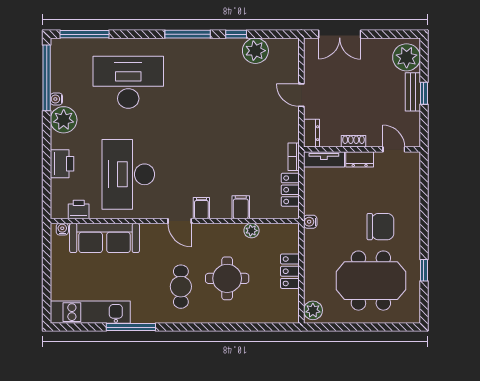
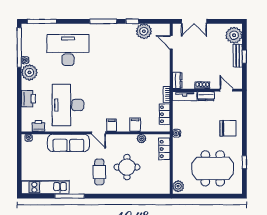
door: (301, 95) -> (171, 42), moved
chair: (380, 227) -> (228, 128), moved
sofa: (105, 238) -> (68, 143), moved
locker: (290, 271) -> (164, 149), moved

